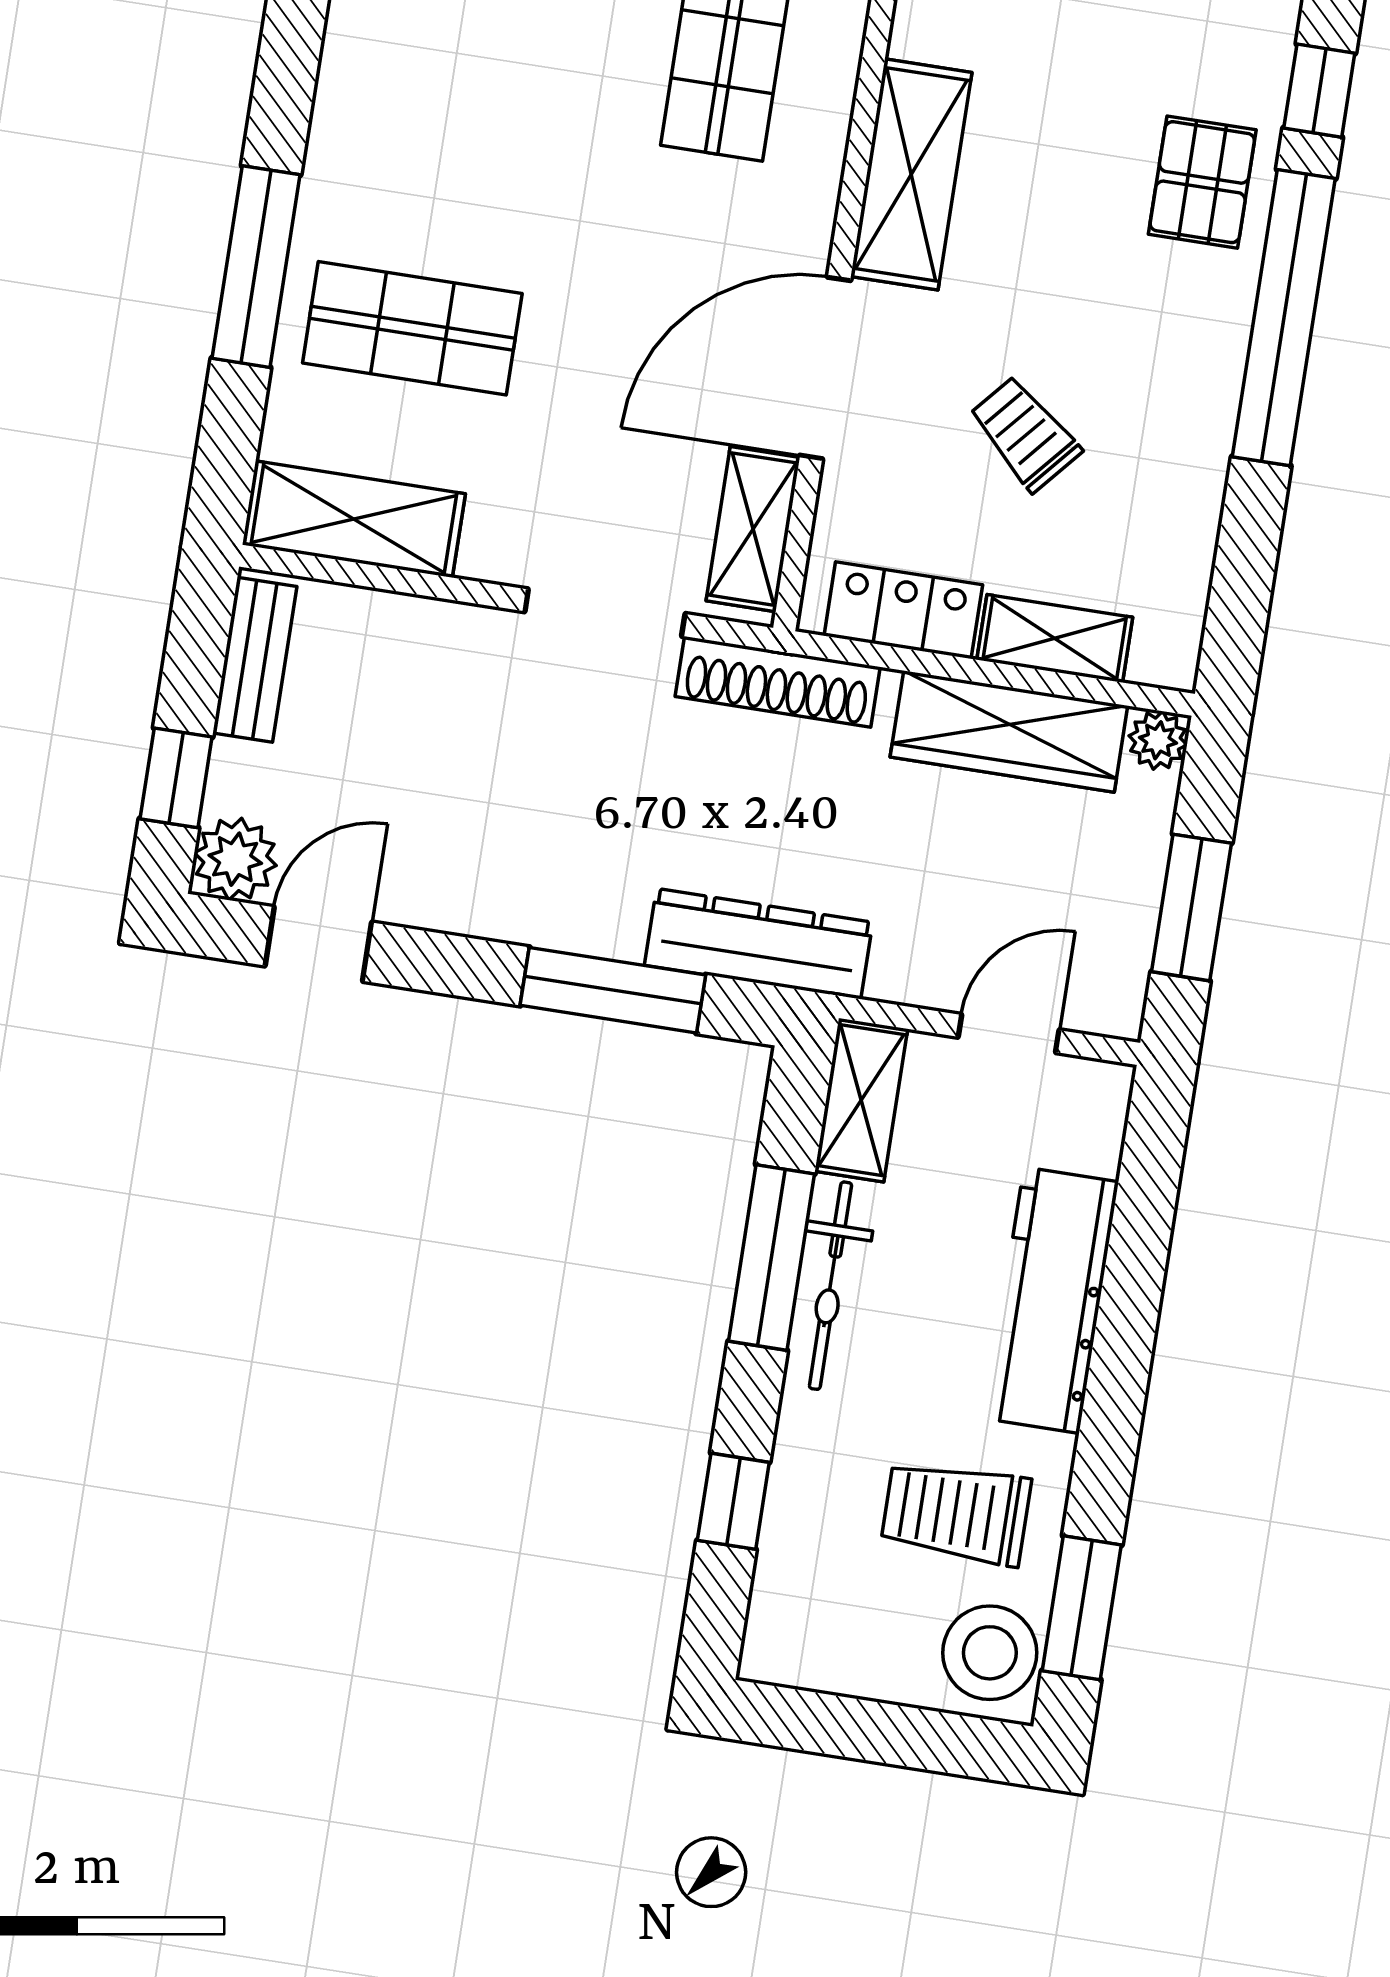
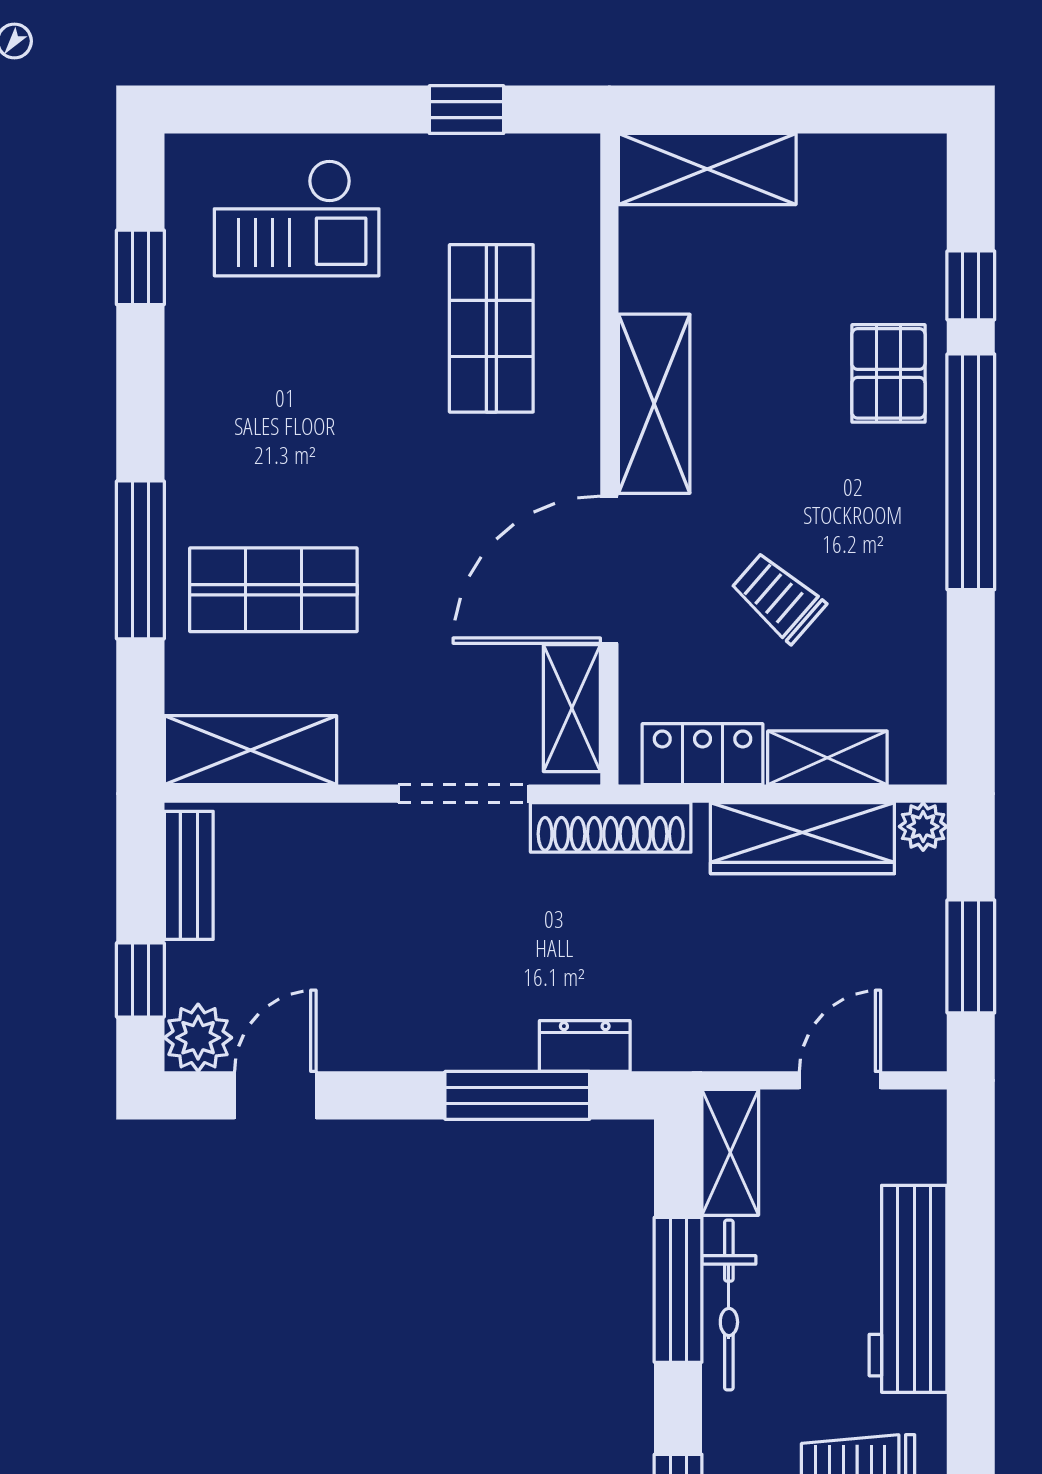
dresser: (759, 944) -> (585, 1046), width x0.51, depth x0.80

